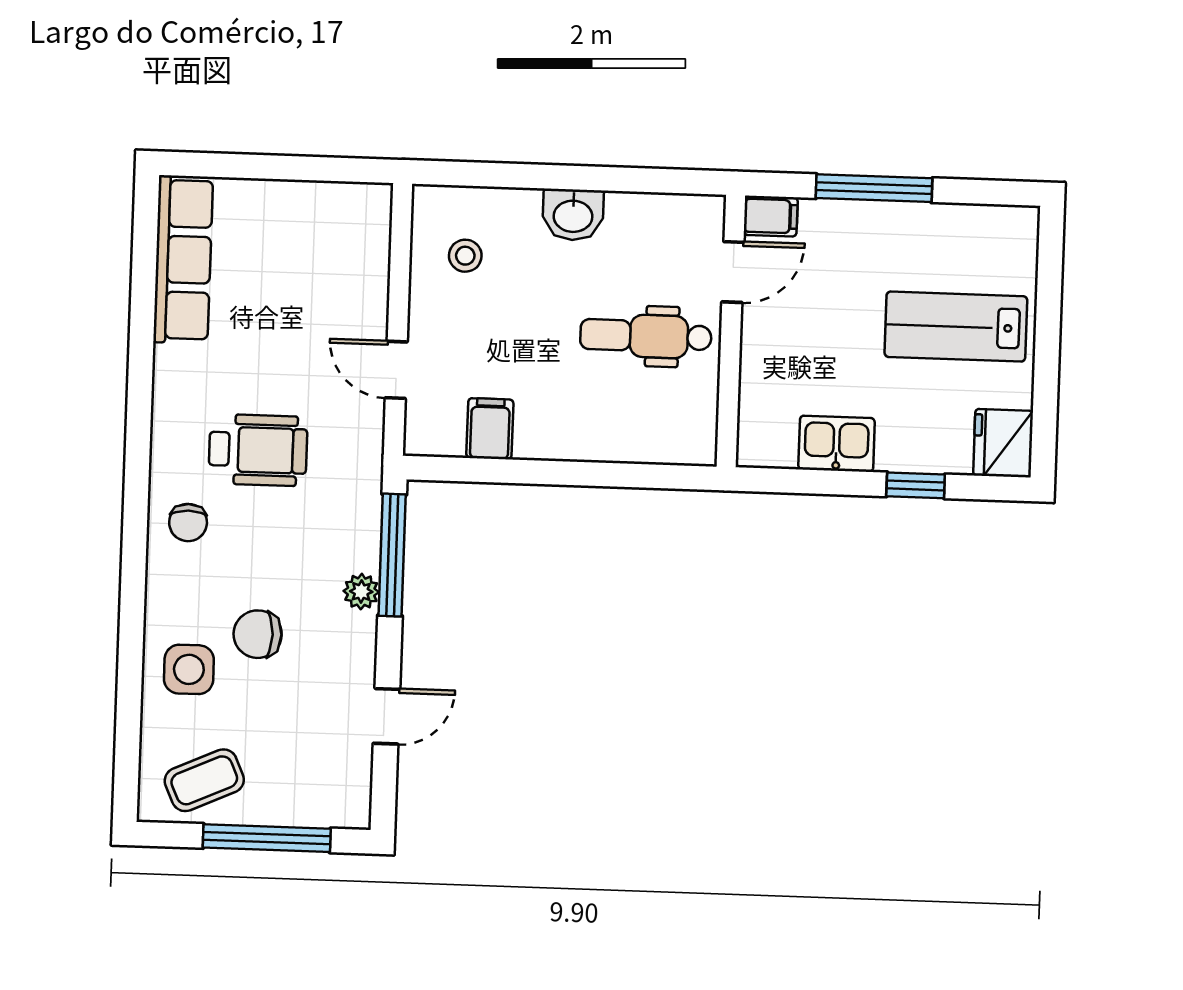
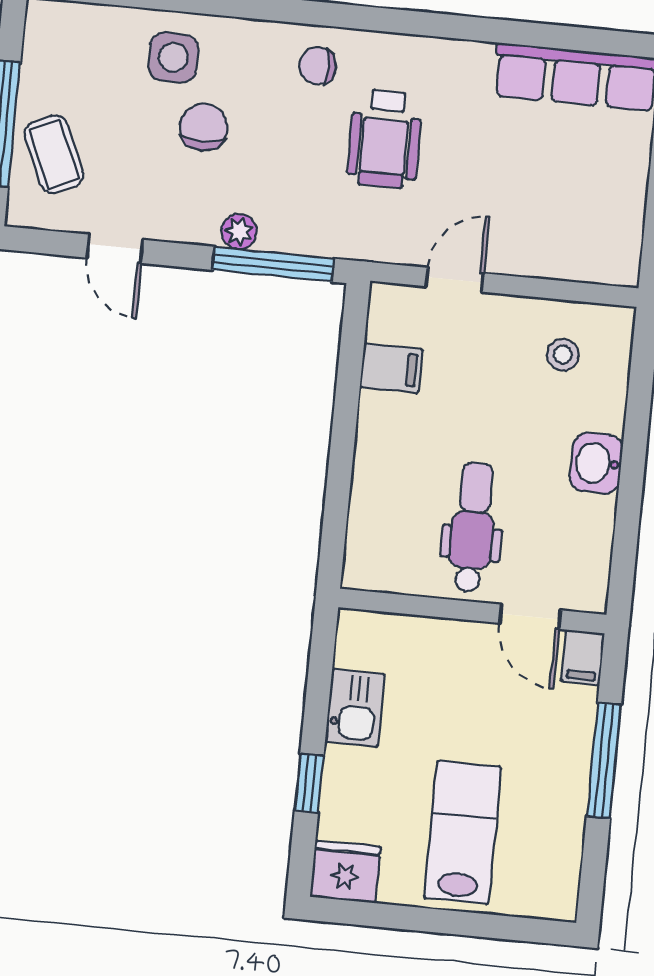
coffee table: (204, 780) -> (54, 154), moved

